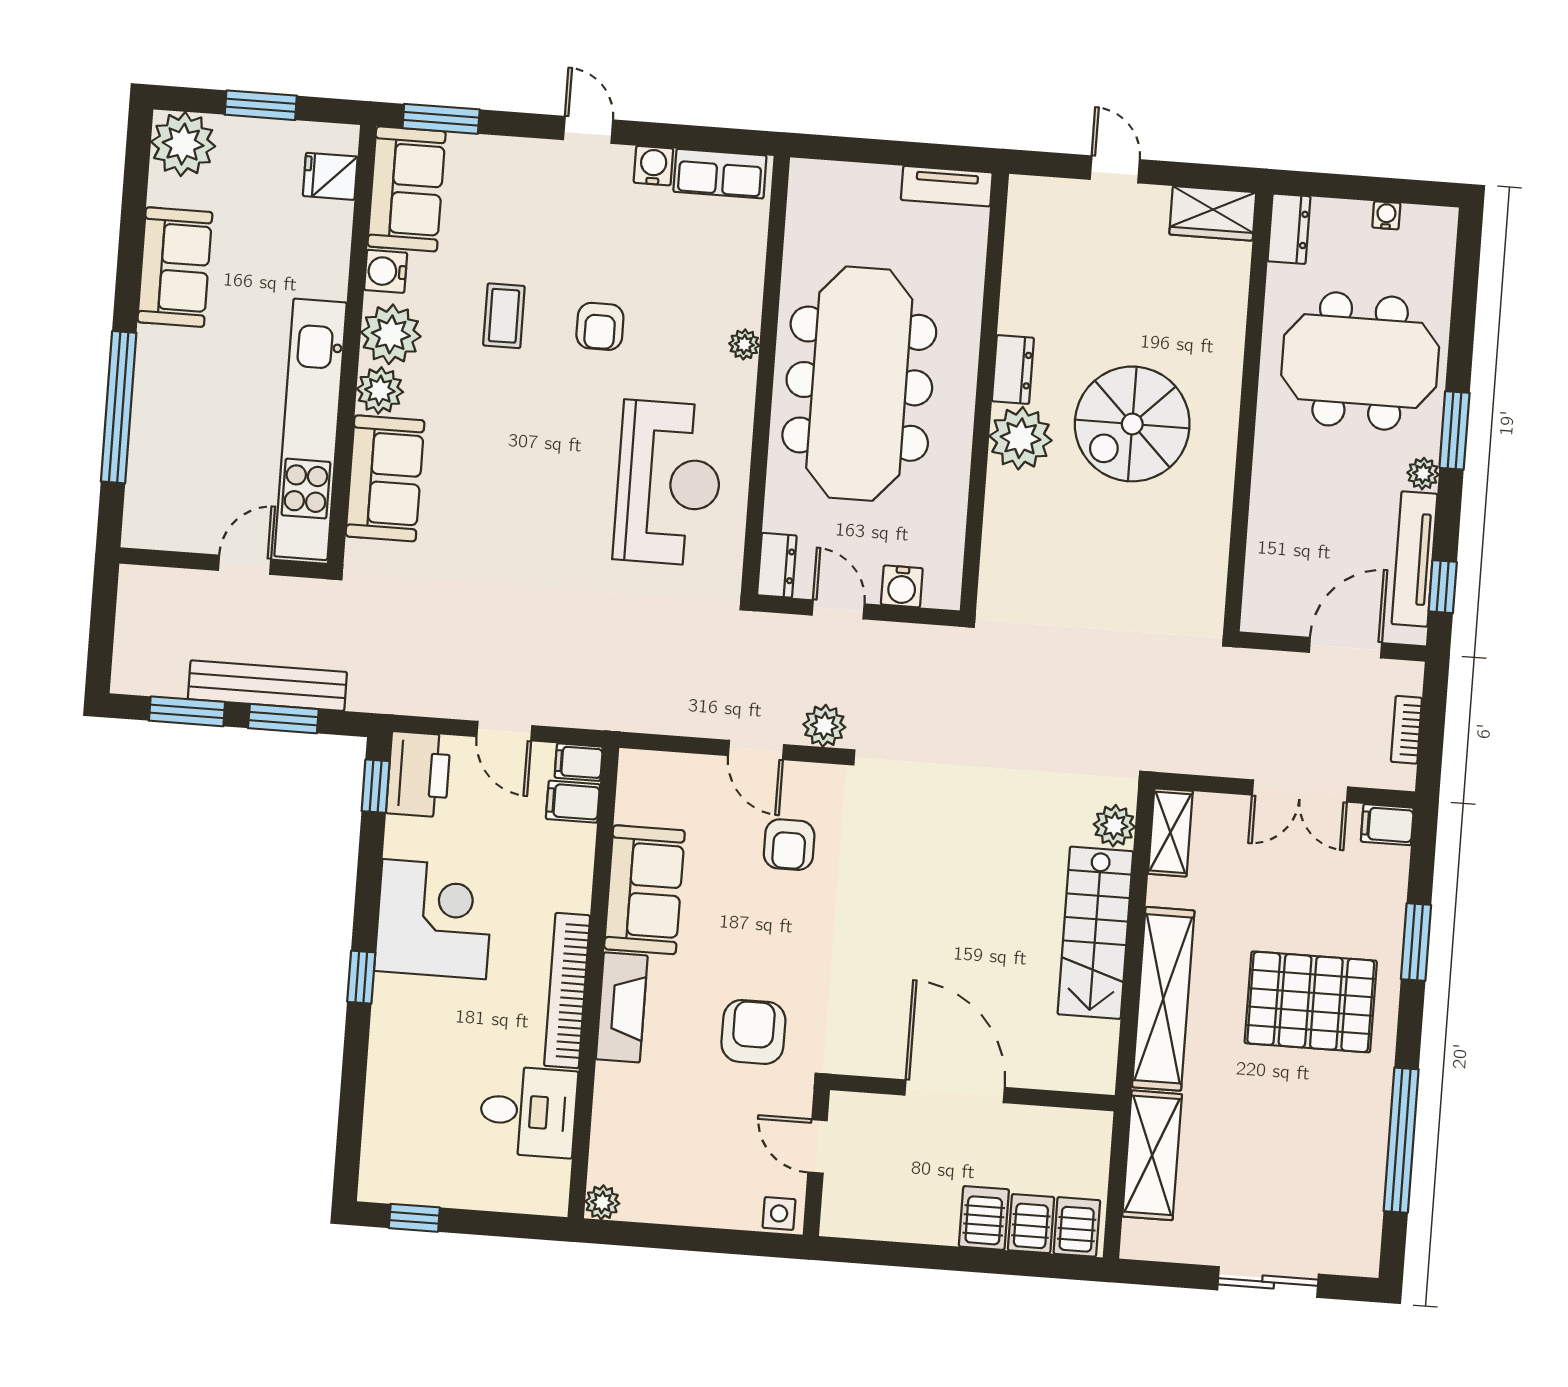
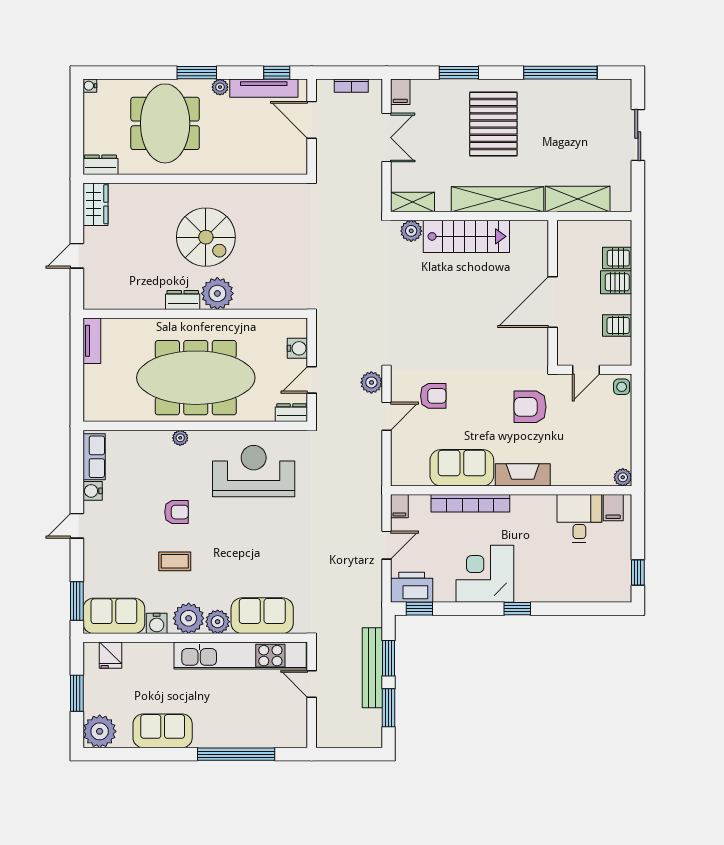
water cooler: (1386, 215) -> (90, 86), moved
filing cabinet: (573, 802) -> (613, 508), moved
bookcase: (567, 991) -> (470, 503), moved
server rack: (1077, 1227) -> (617, 325), moved

